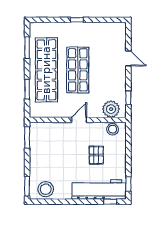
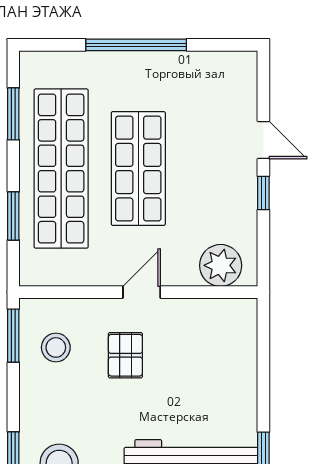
window: (77, 20) -> (136, 45), width x3.17
window: (128, 98) -> (263, 193), moved
stool: (113, 129) -> (56, 347), moved
pallet: (96, 155) -> (125, 355), moved

